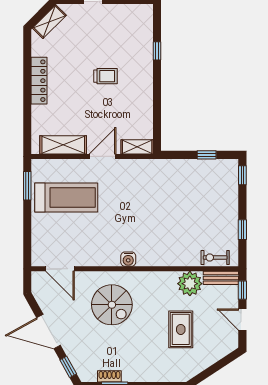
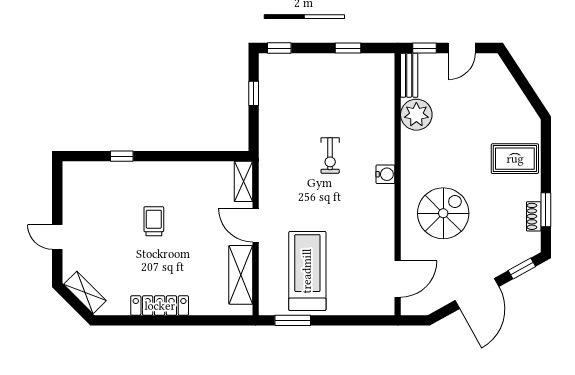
exercise bike: (215, 258) -> (330, 156), moved
water cooler: (128, 259) -> (385, 174), moved
rug: (181, 329) -> (515, 159), moved

